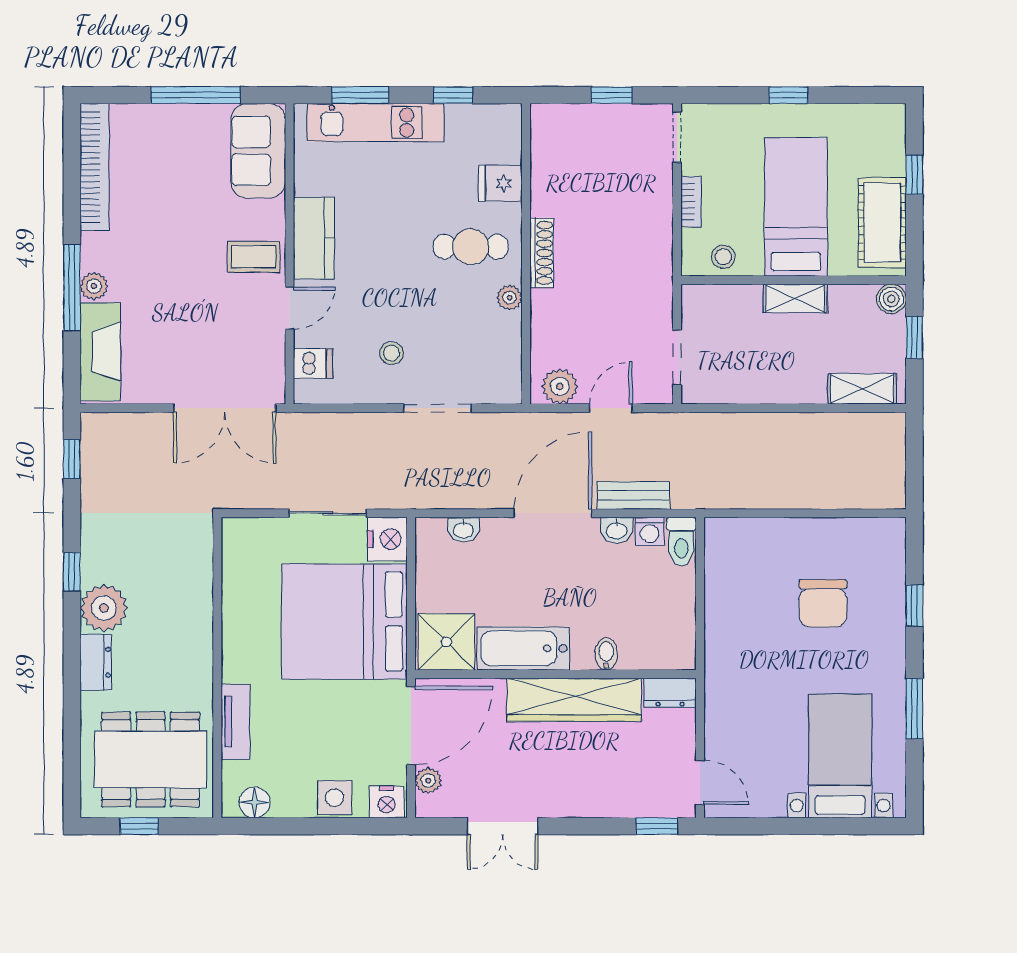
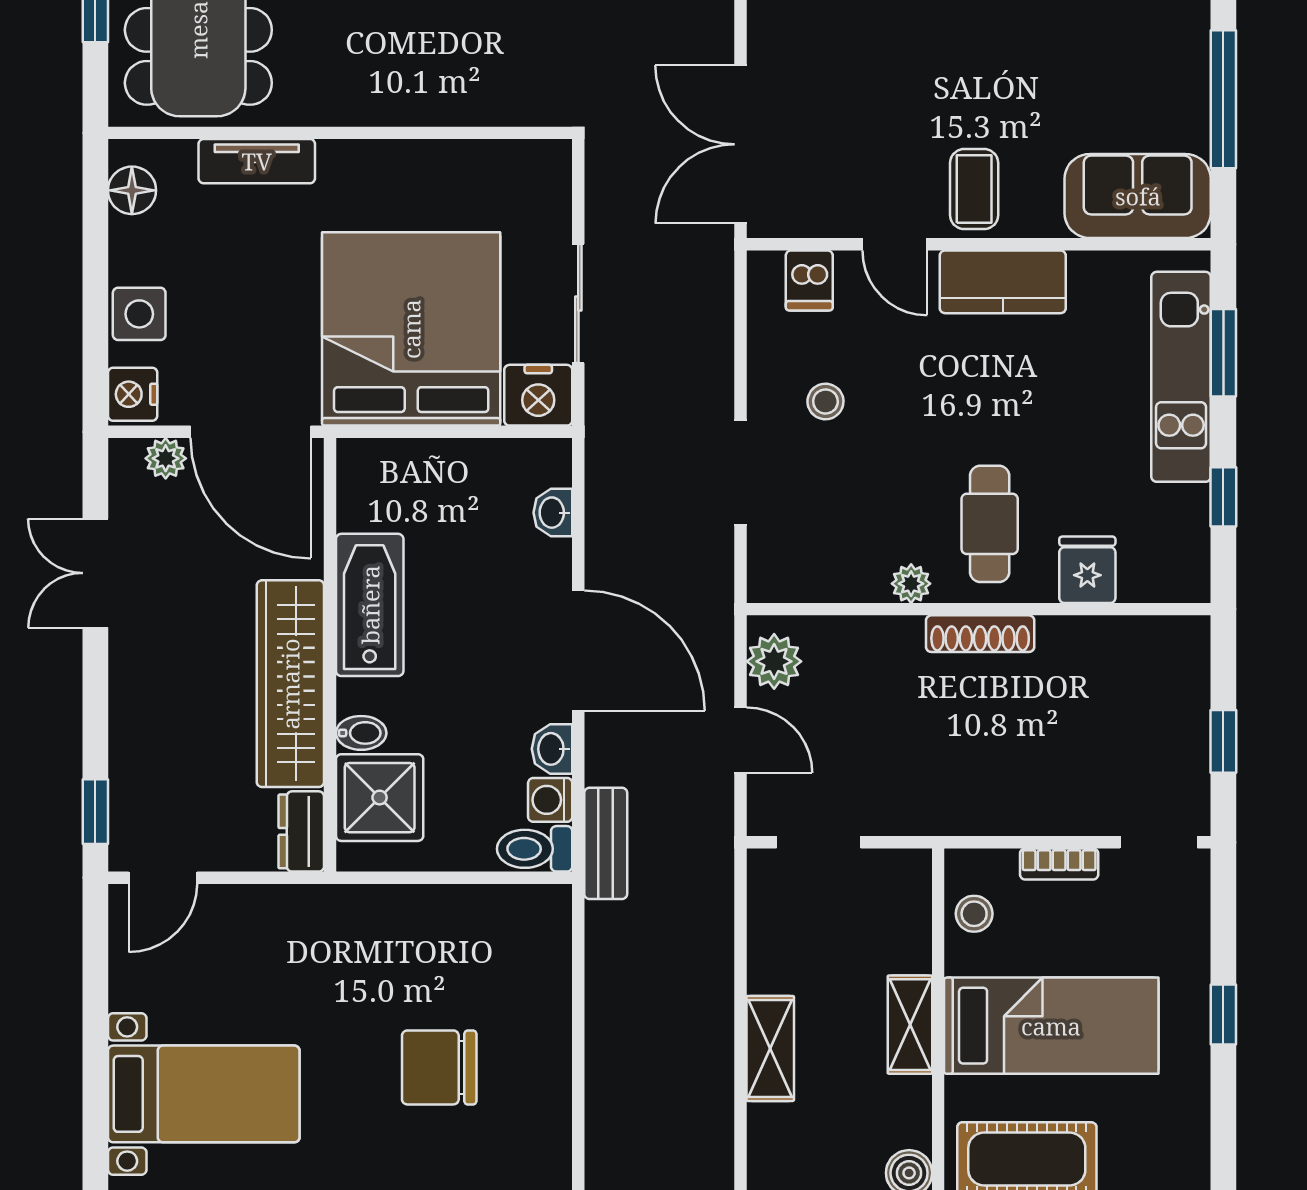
shelving: (862, 389) -> (770, 1048), moved
bench: (633, 495) -> (606, 843), moved
shower: (446, 642) -> (380, 798), moved

